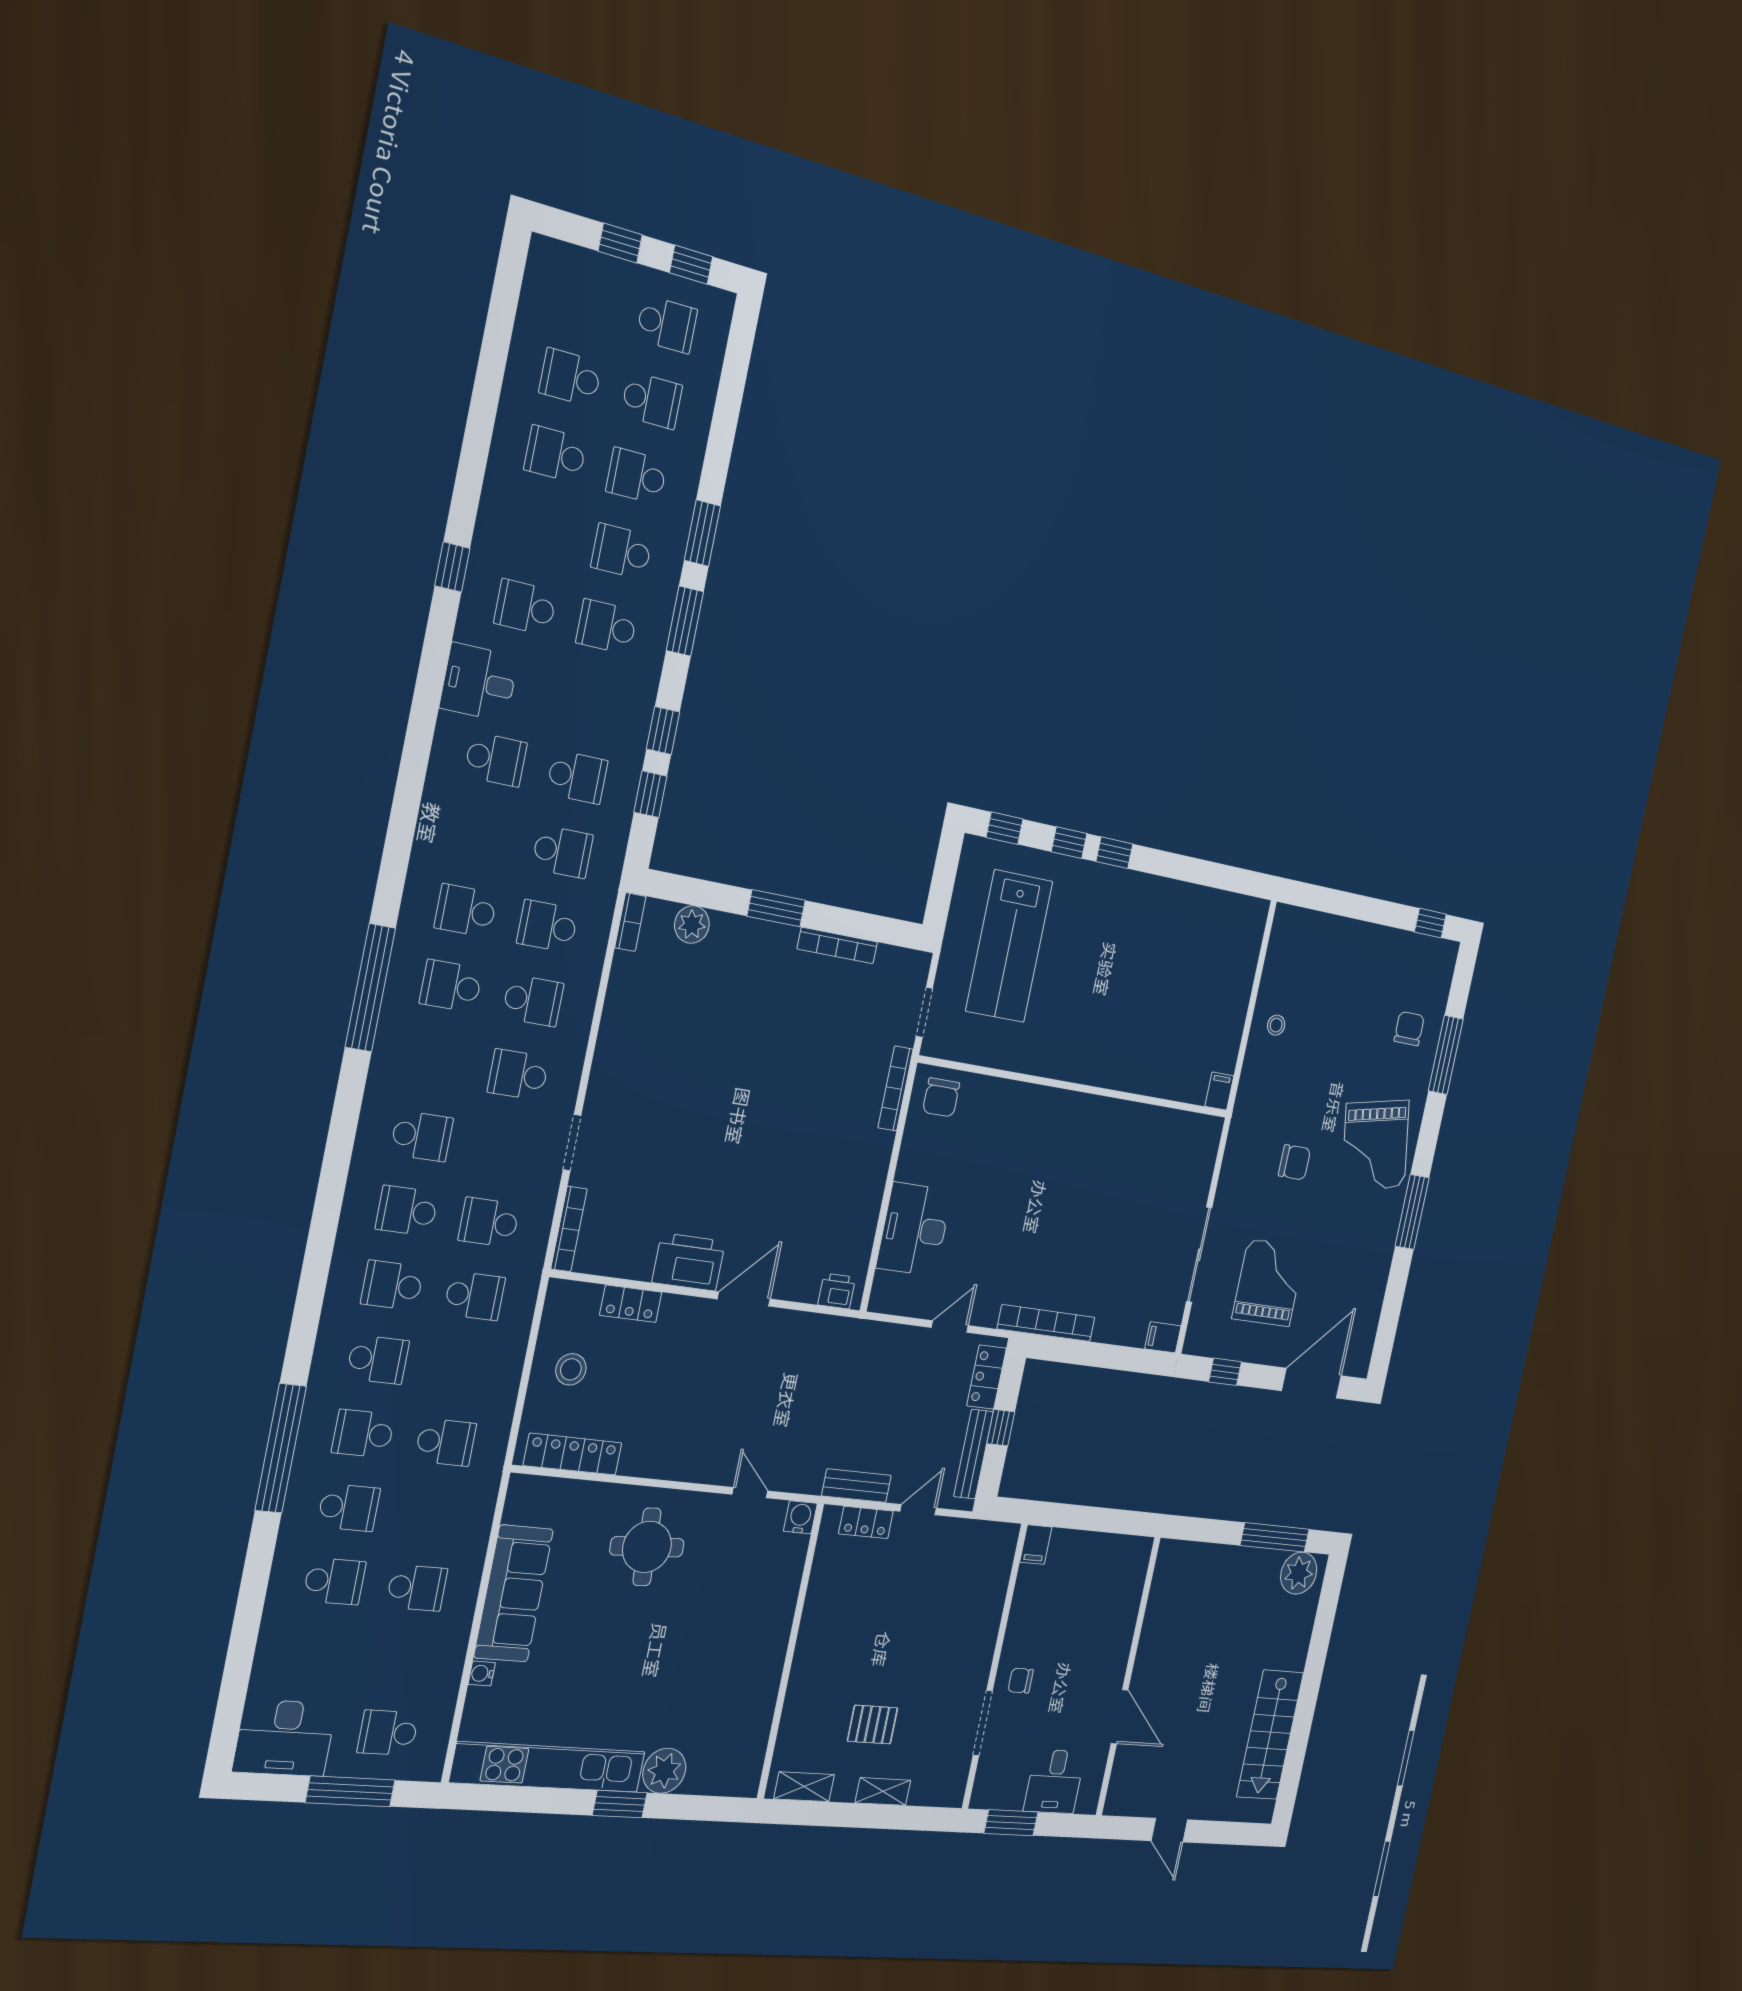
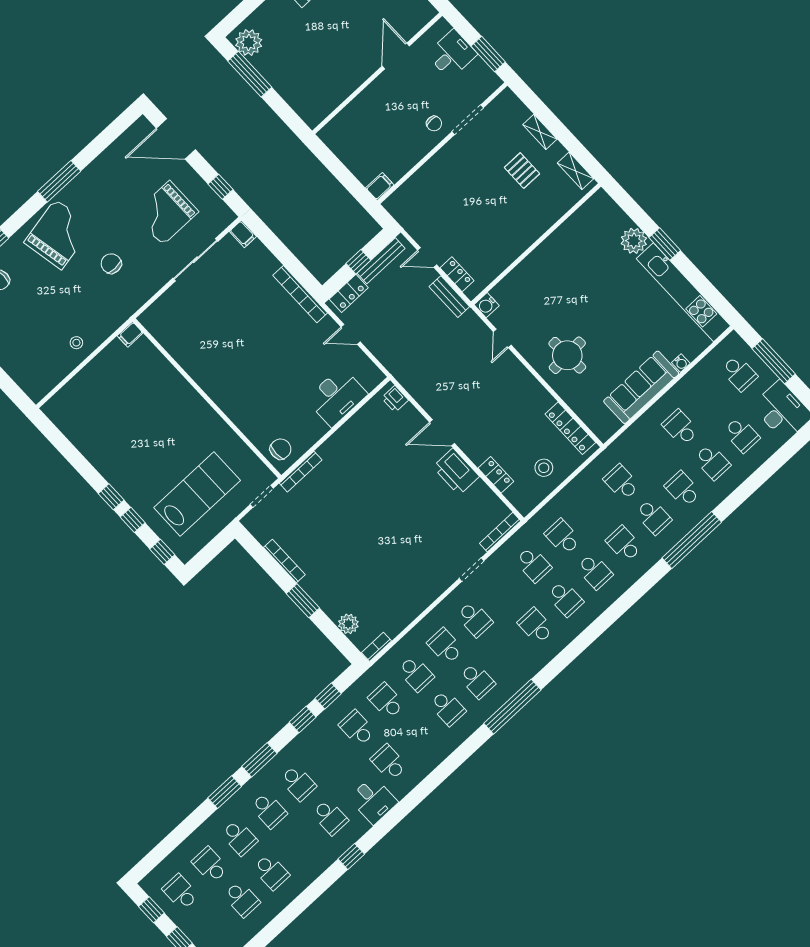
school desk: (334, 1581) -> (712, 462), turned 180
school desk: (320, 1655) -> (742, 435), added

